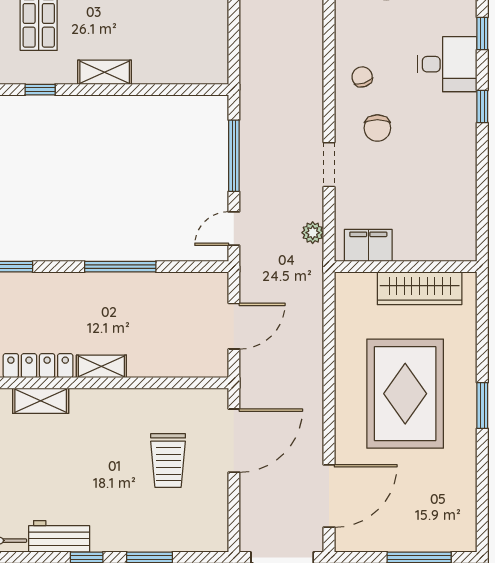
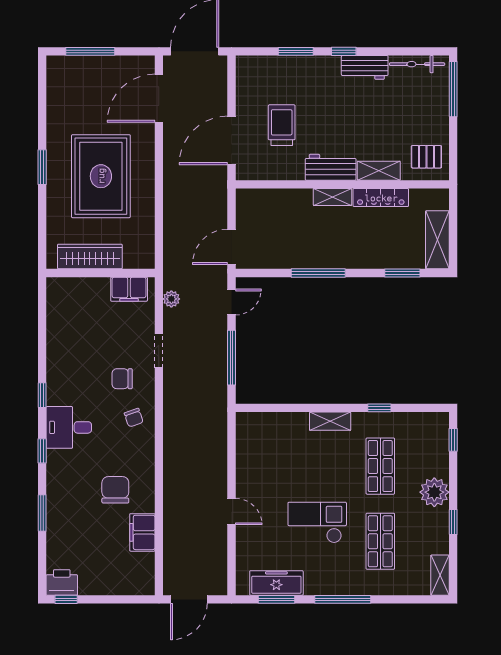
chair: (377, 128) -> (122, 379), turned -90
door: (234, 326) -> (231, 247), moved
workbench: (104, 405) -> (331, 167), added

